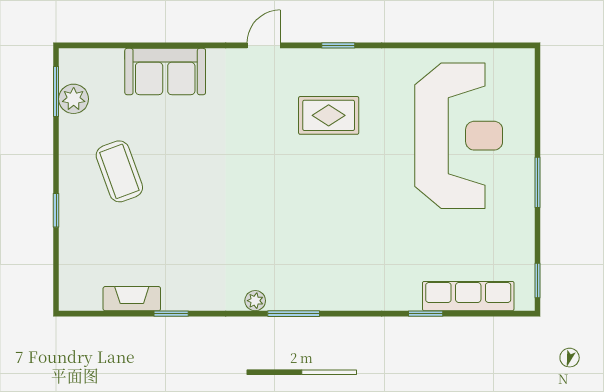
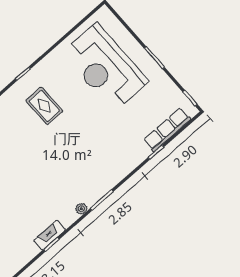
rug: (329, 115) -> (44, 106), turned 90
reception desk: (459, 136) -> (105, 67), turned 180
fireplace: (132, 299) -> (50, 235), moved

